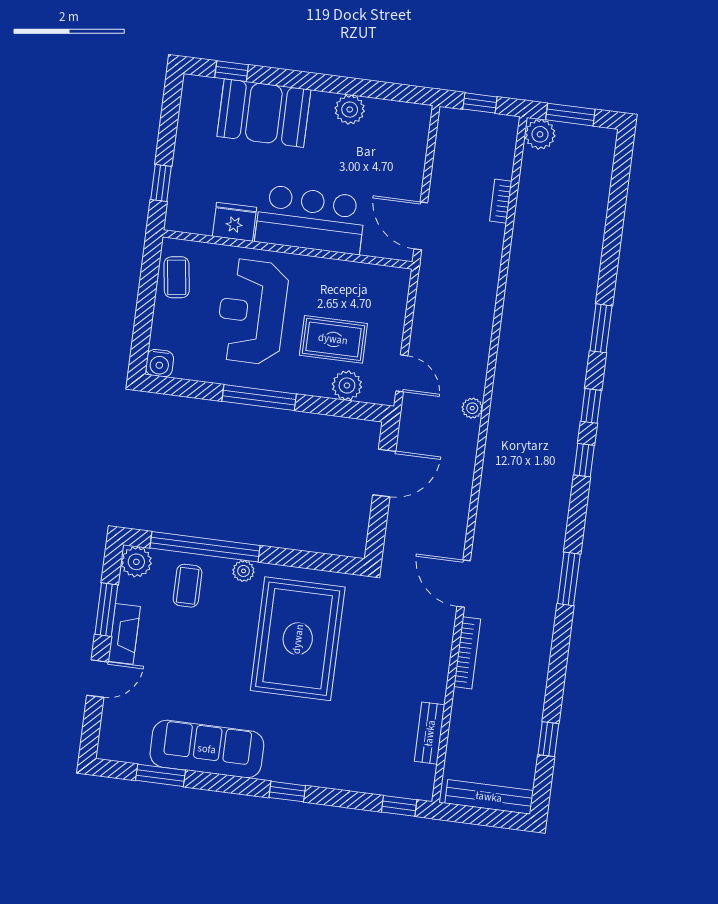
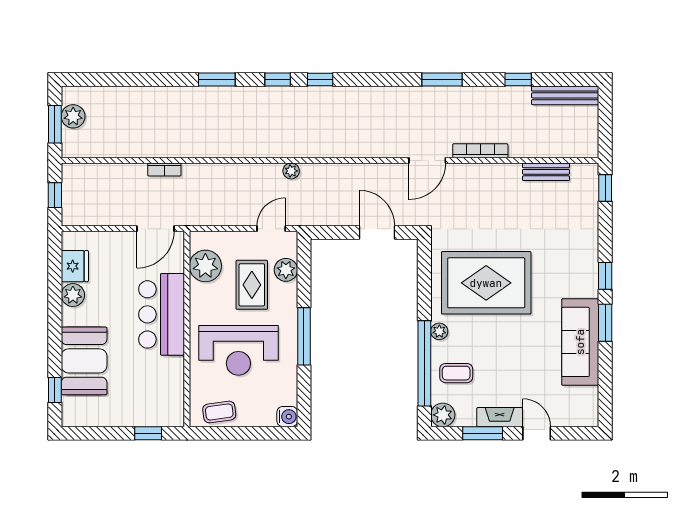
plant: (540, 134) -> (73, 116), moved
bookcase: (501, 201) -> (164, 169), moved
fridge: (235, 222) -> (75, 266), moved, turned 180
plant: (365, 283) -> (205, 266), added
door: (384, 473) -> (377, 233), moved
window: (569, 579) -> (442, 80), moved
window: (548, 739) -> (518, 80), moved
window: (161, 775) -> (605, 323), moved
bench: (489, 797) -> (565, 95), moved, turned 90

